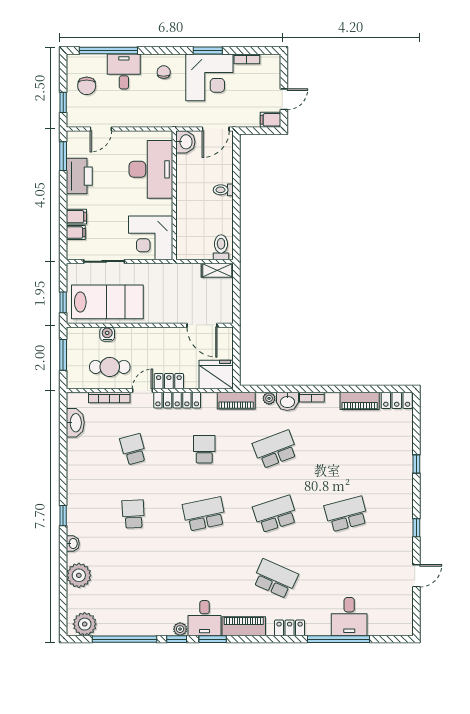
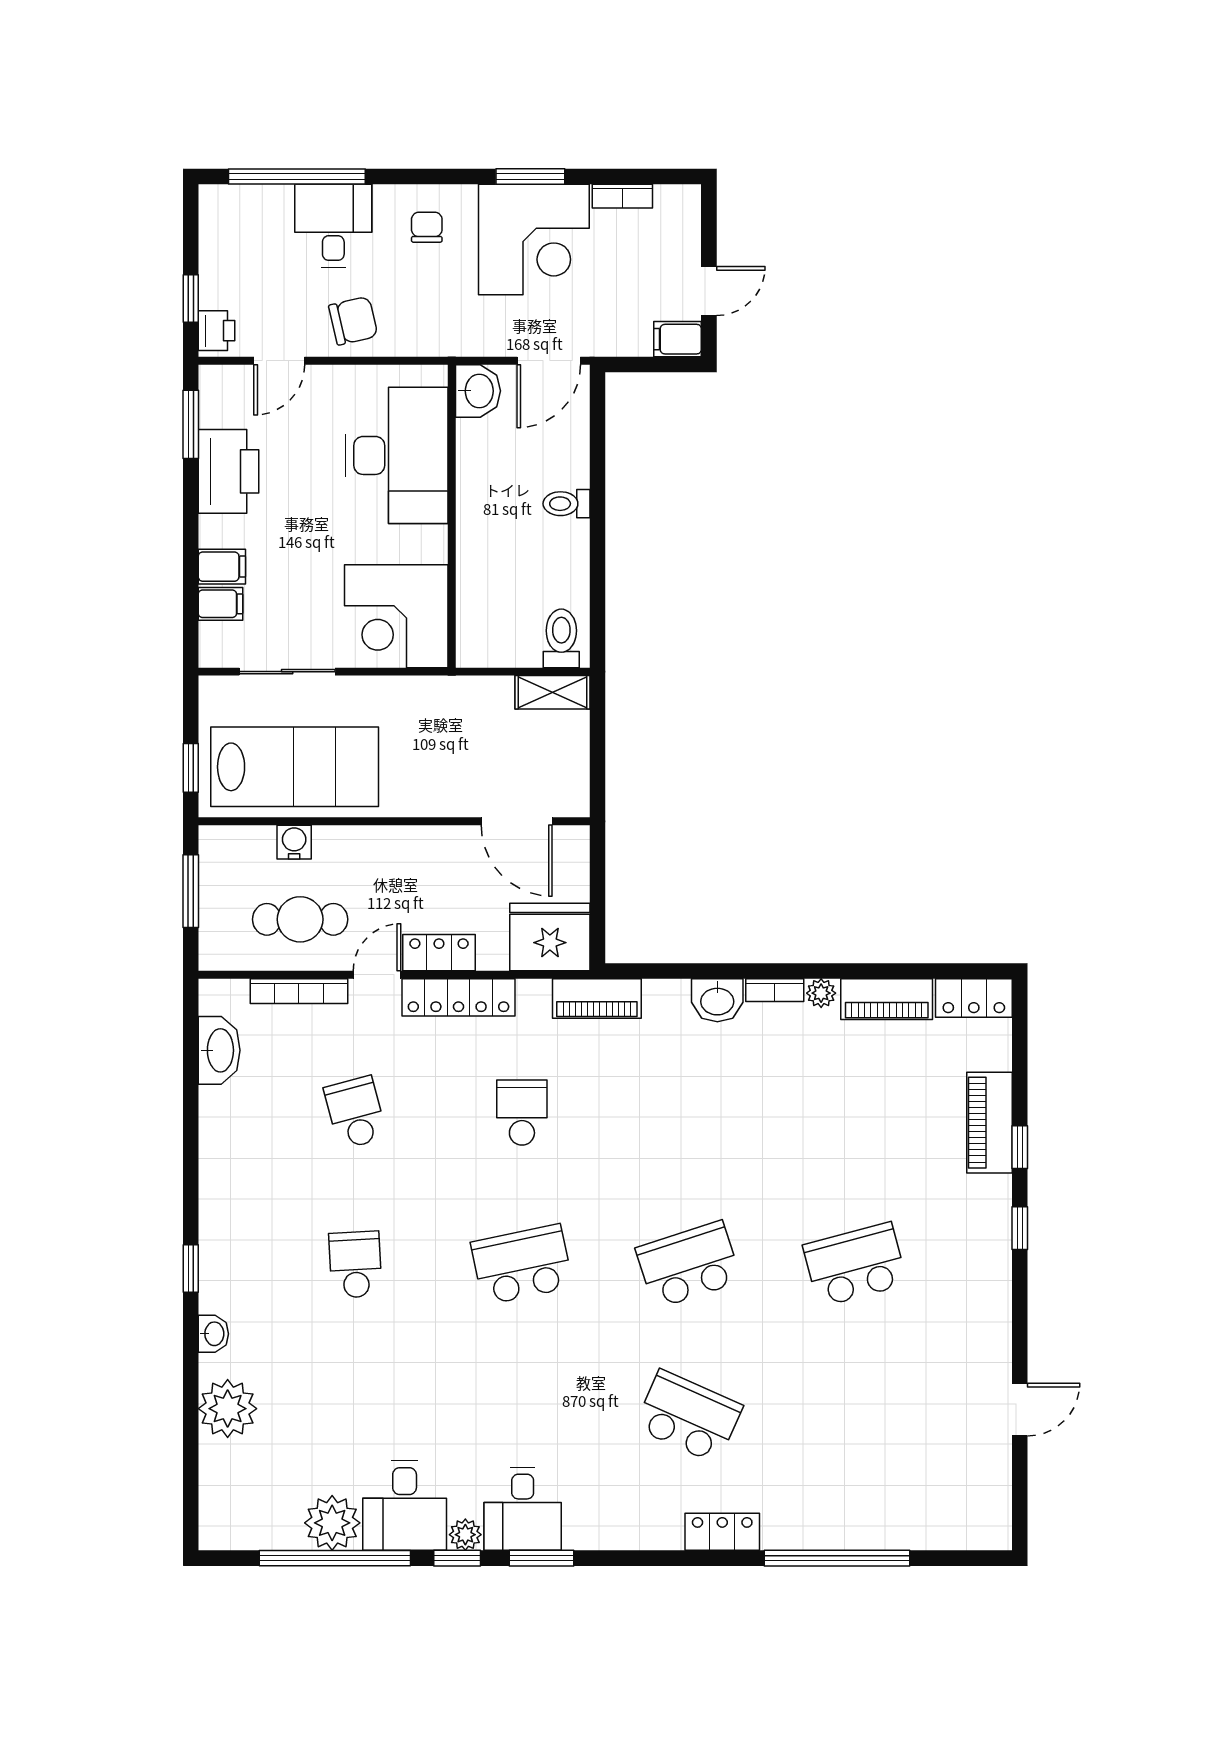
chair: (87, 86) -> (353, 321), moved, turned -103
printer: (74, 116) -> (216, 331), added
plant: (269, 398) -> (821, 993), moved
school desk: (275, 449) -> (689, 1113), removed
window: (416, 528) -> (1020, 1228), moved
desk: (349, 617) -> (405, 1505), moved
plant: (85, 624) -> (332, 1523), moved
piano: (244, 626) -> (989, 1123), moved, turned -90

